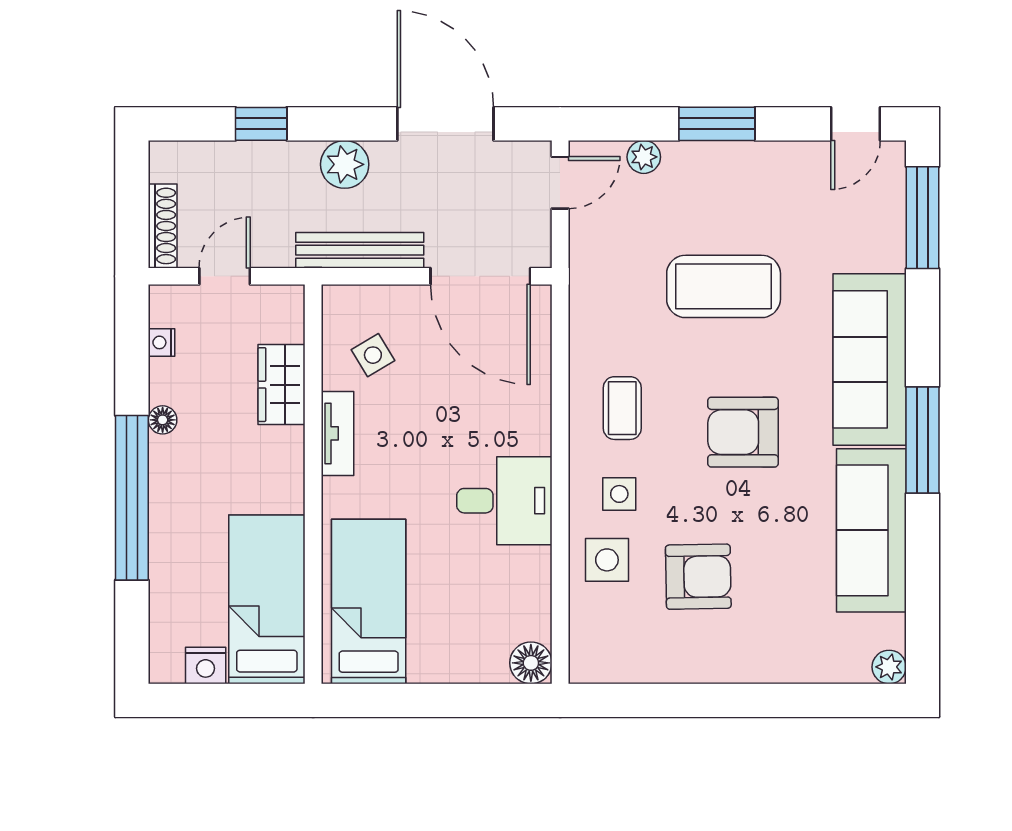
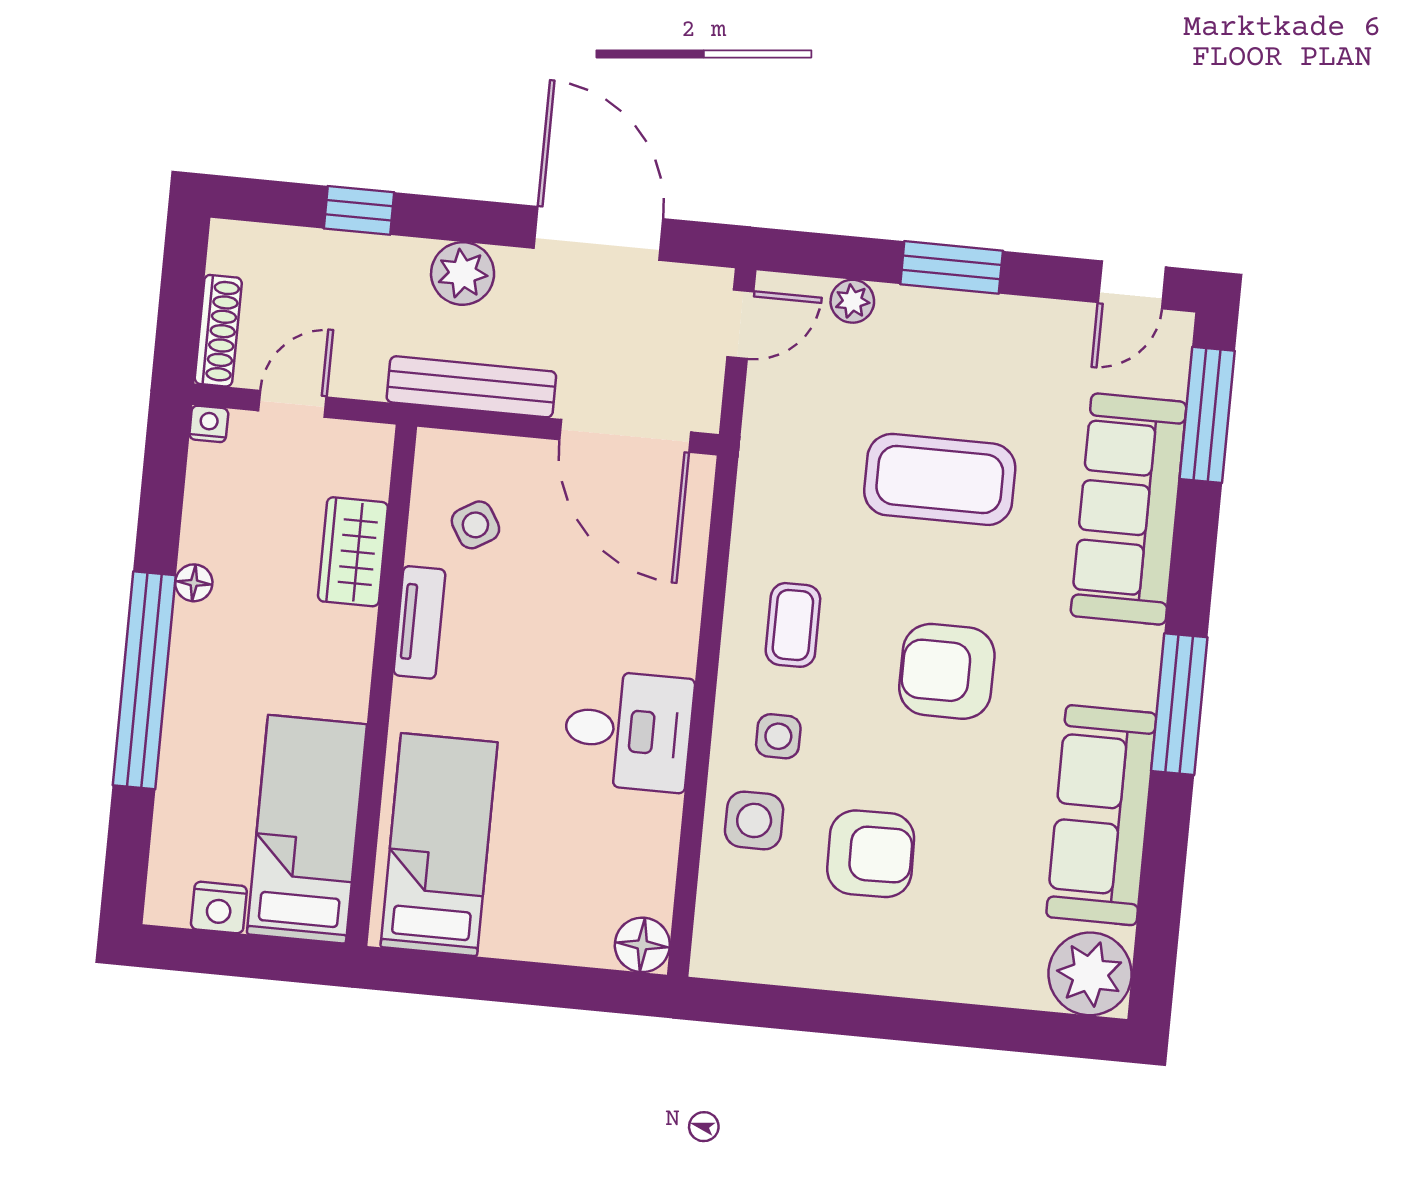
nightstand: (162, 342) -> (209, 424), moved, turned 90
sofa: (870, 359) -> (1129, 509), moved
plant: (889, 667) -> (1090, 974), width x1.88, depth x1.88

